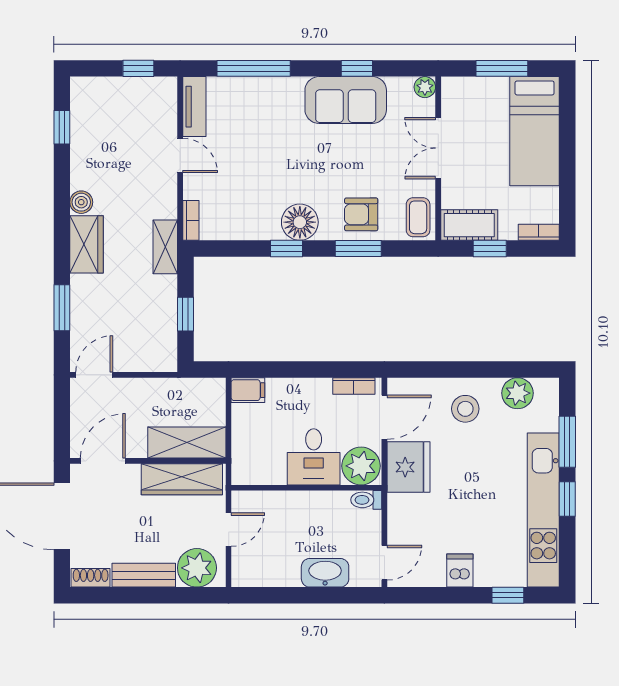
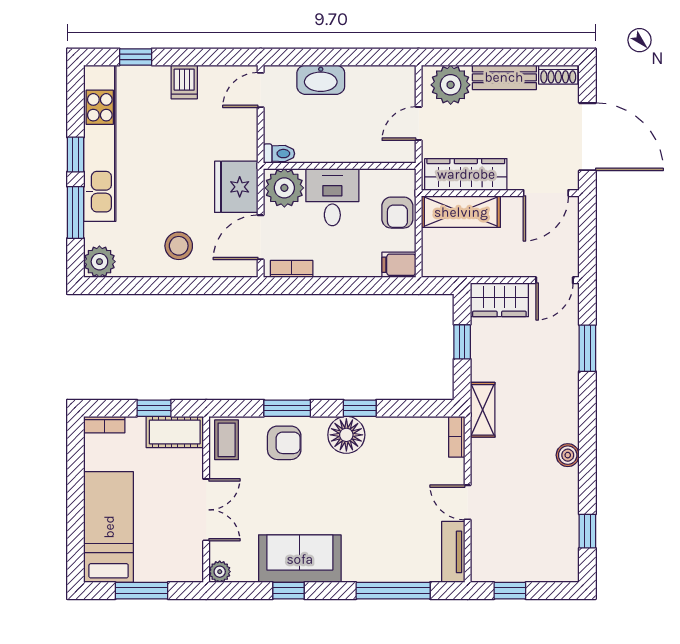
wardrobe: (87, 244) -> (499, 300), moved, turned -90
plant: (518, 393) -> (99, 262), moved
armchair: (249, 442) -> (397, 213), added

